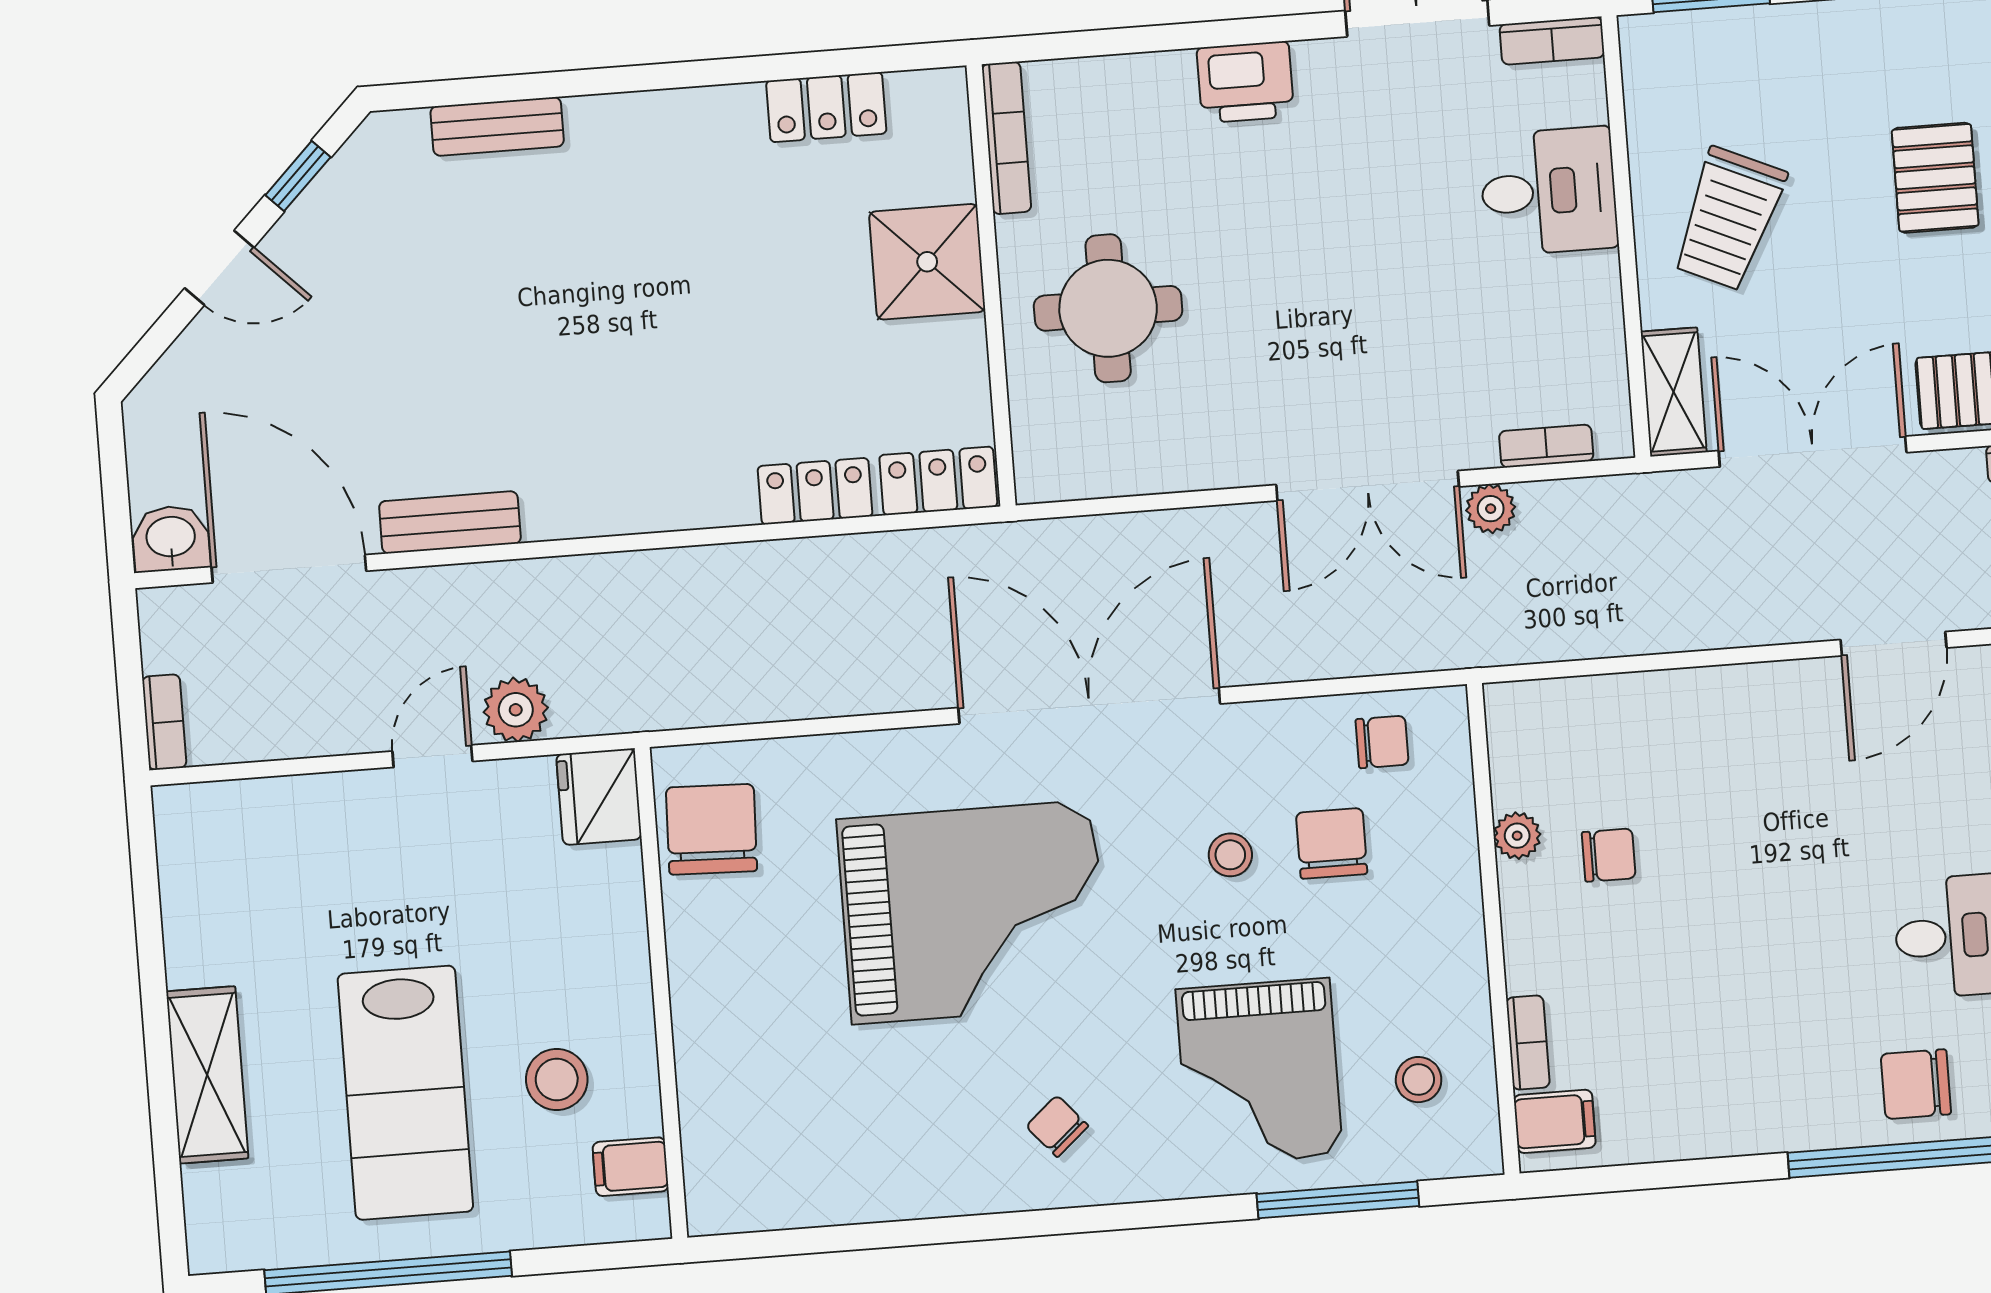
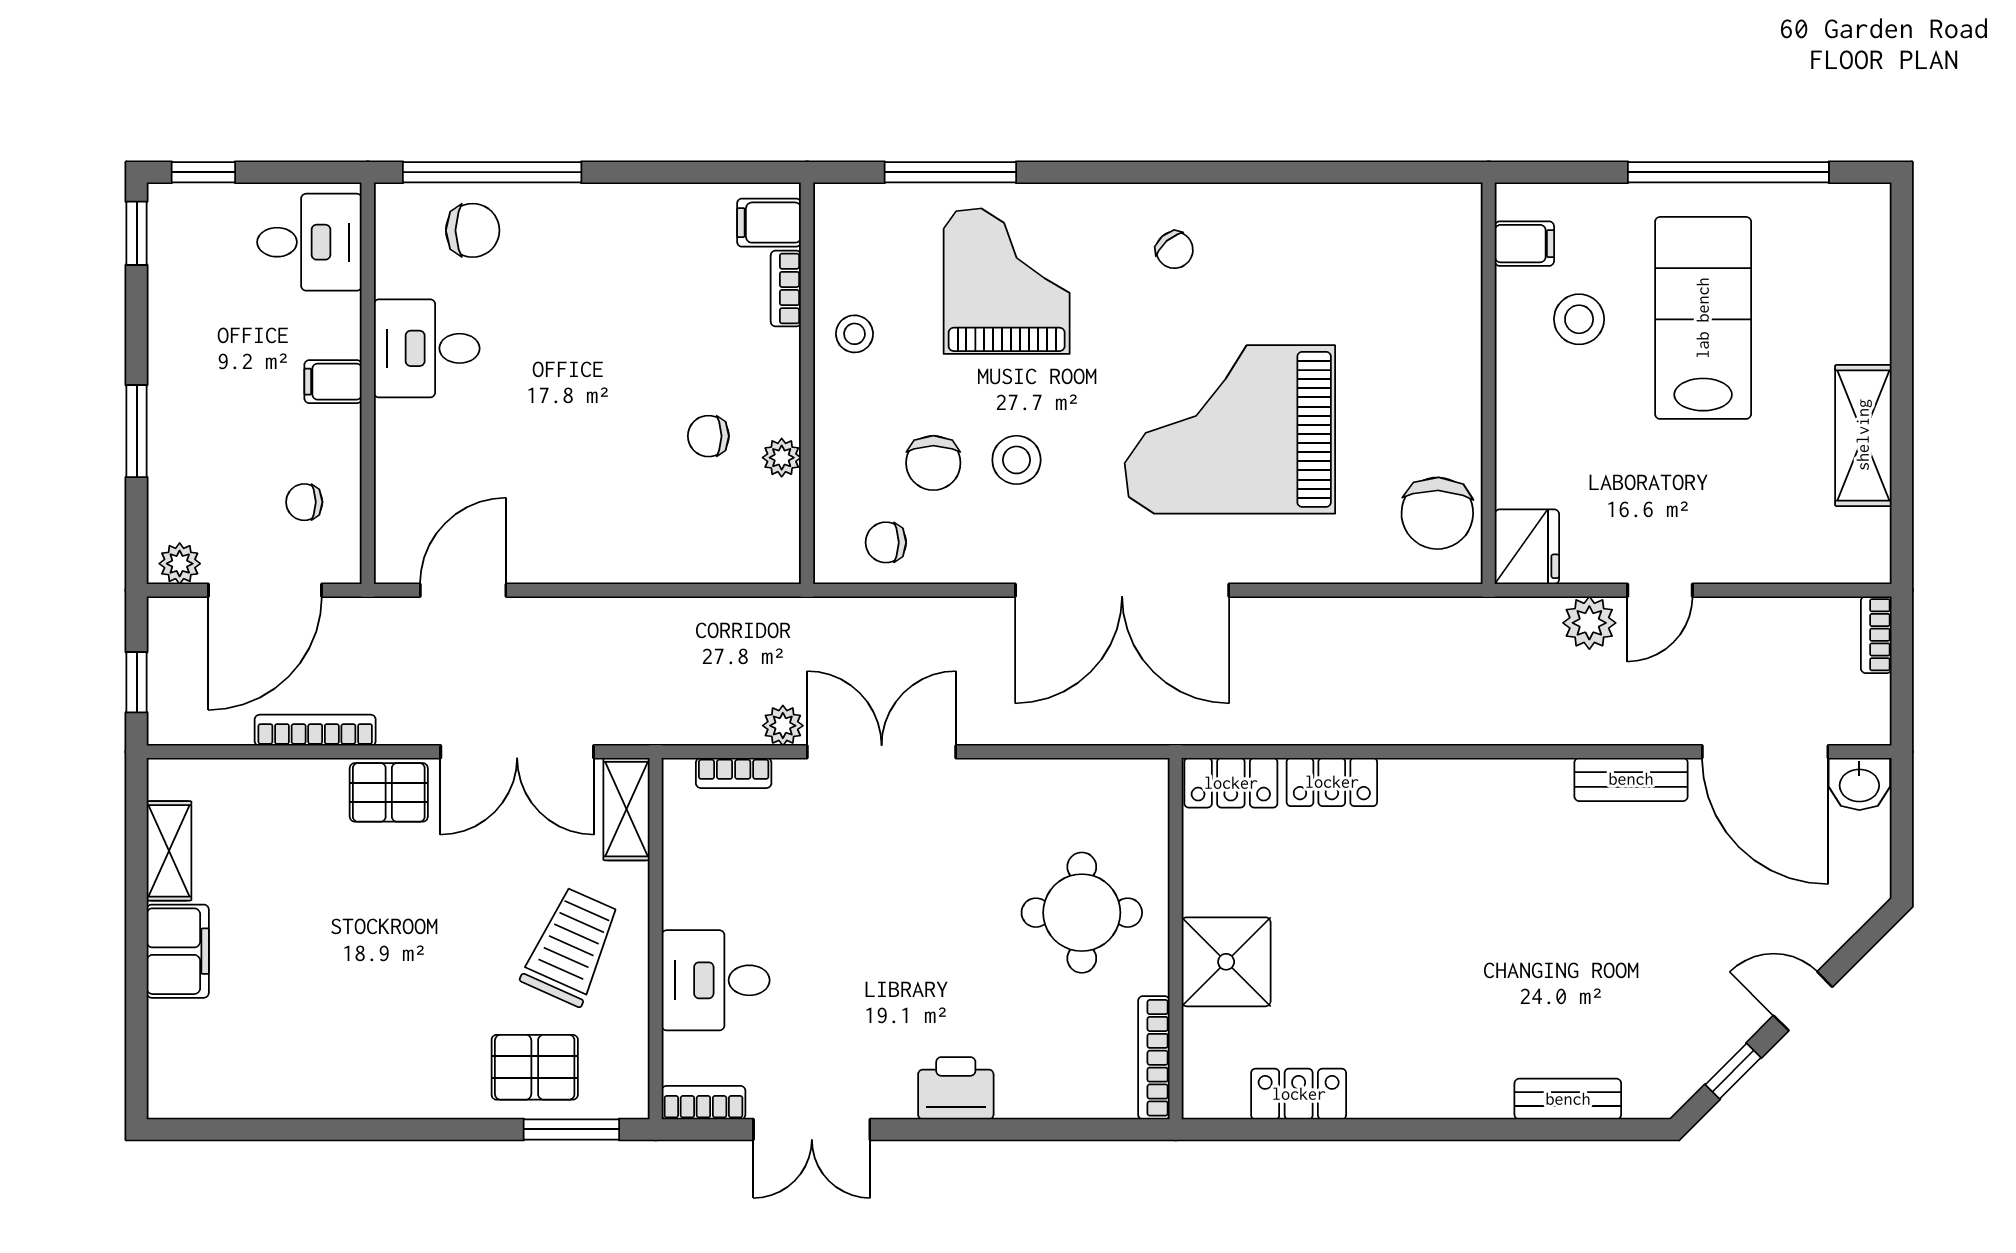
pallet: (1935, 178) -> (535, 1067), moved, turned 90
stool: (1230, 855) -> (1016, 460), width x1.37, depth x1.37
shelving: (207, 1075) -> (1863, 435), moved
stool: (1419, 1080) -> (855, 334), moved

